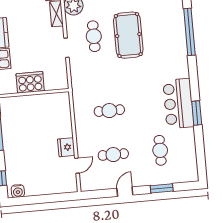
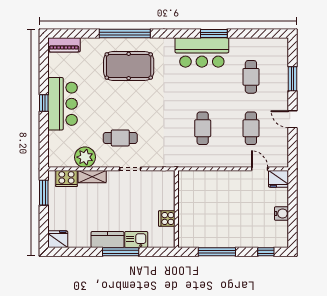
pool table: (128, 35) -> (129, 66), moved
cooker: (30, 82) -> (167, 219), width x0.53, depth x0.76
fridge: (66, 147) -> (278, 179), moved
cafe table: (160, 150) -> (251, 77), turned 90
water cooler: (18, 191) -> (281, 214), moved

